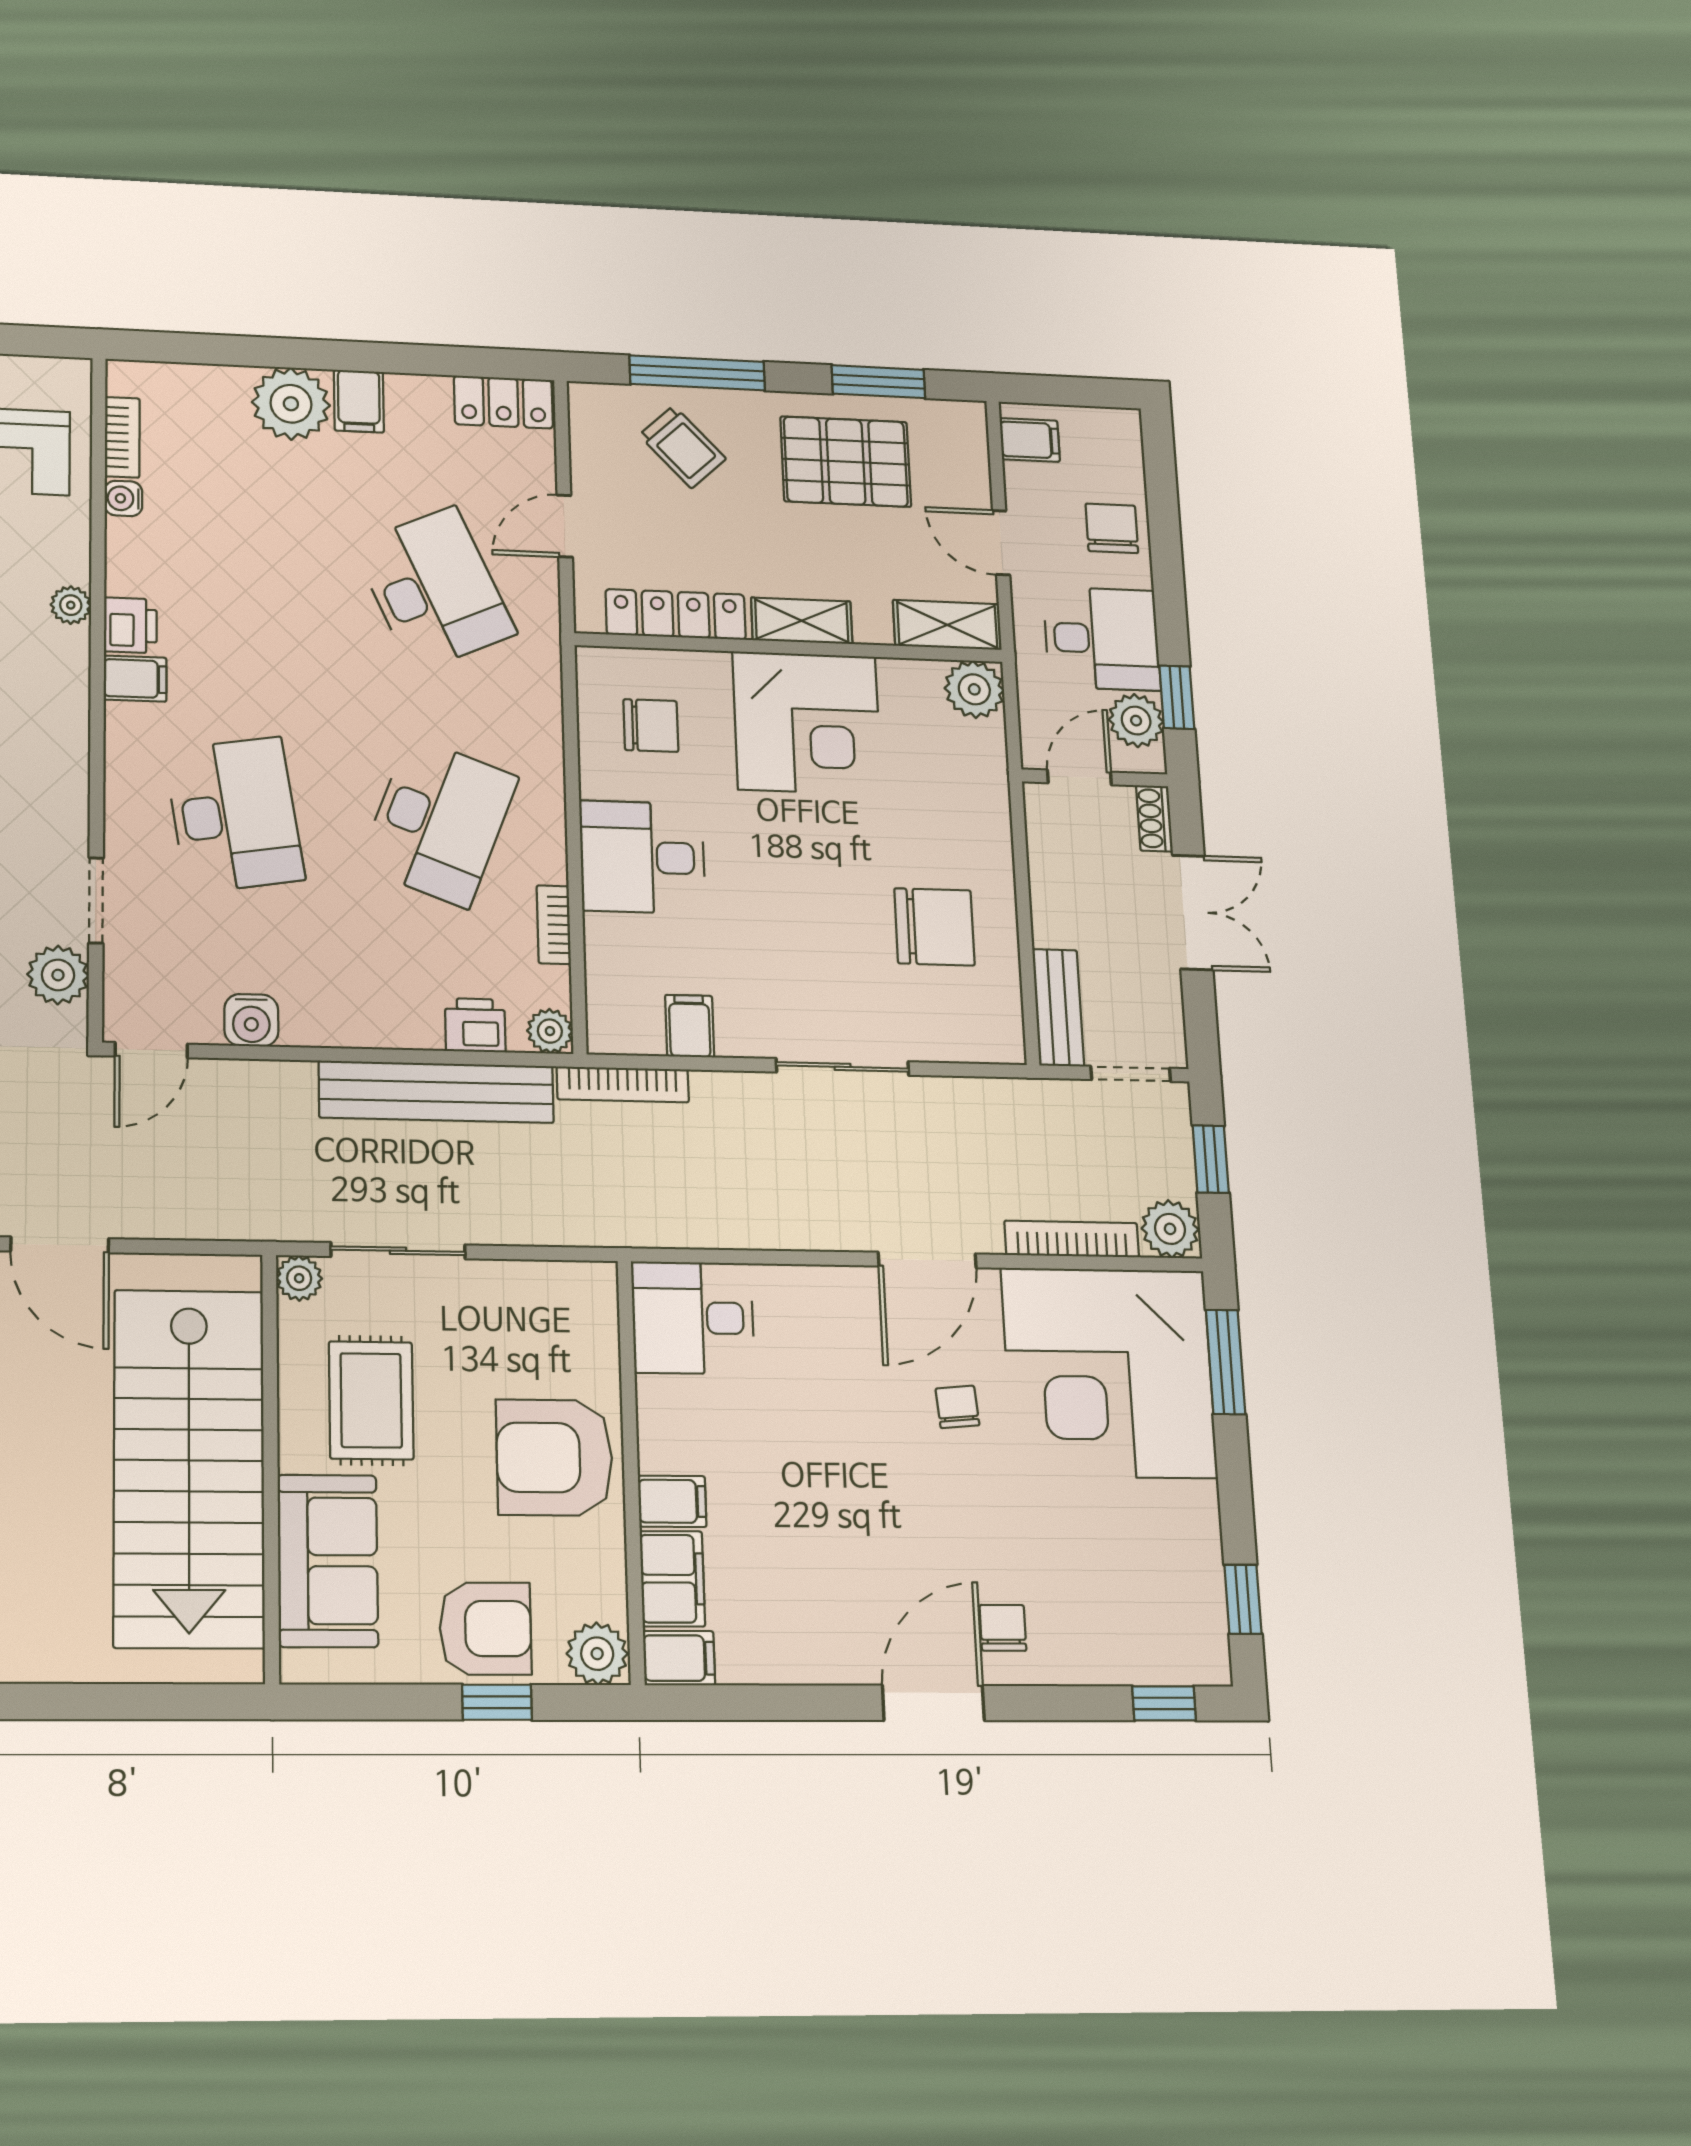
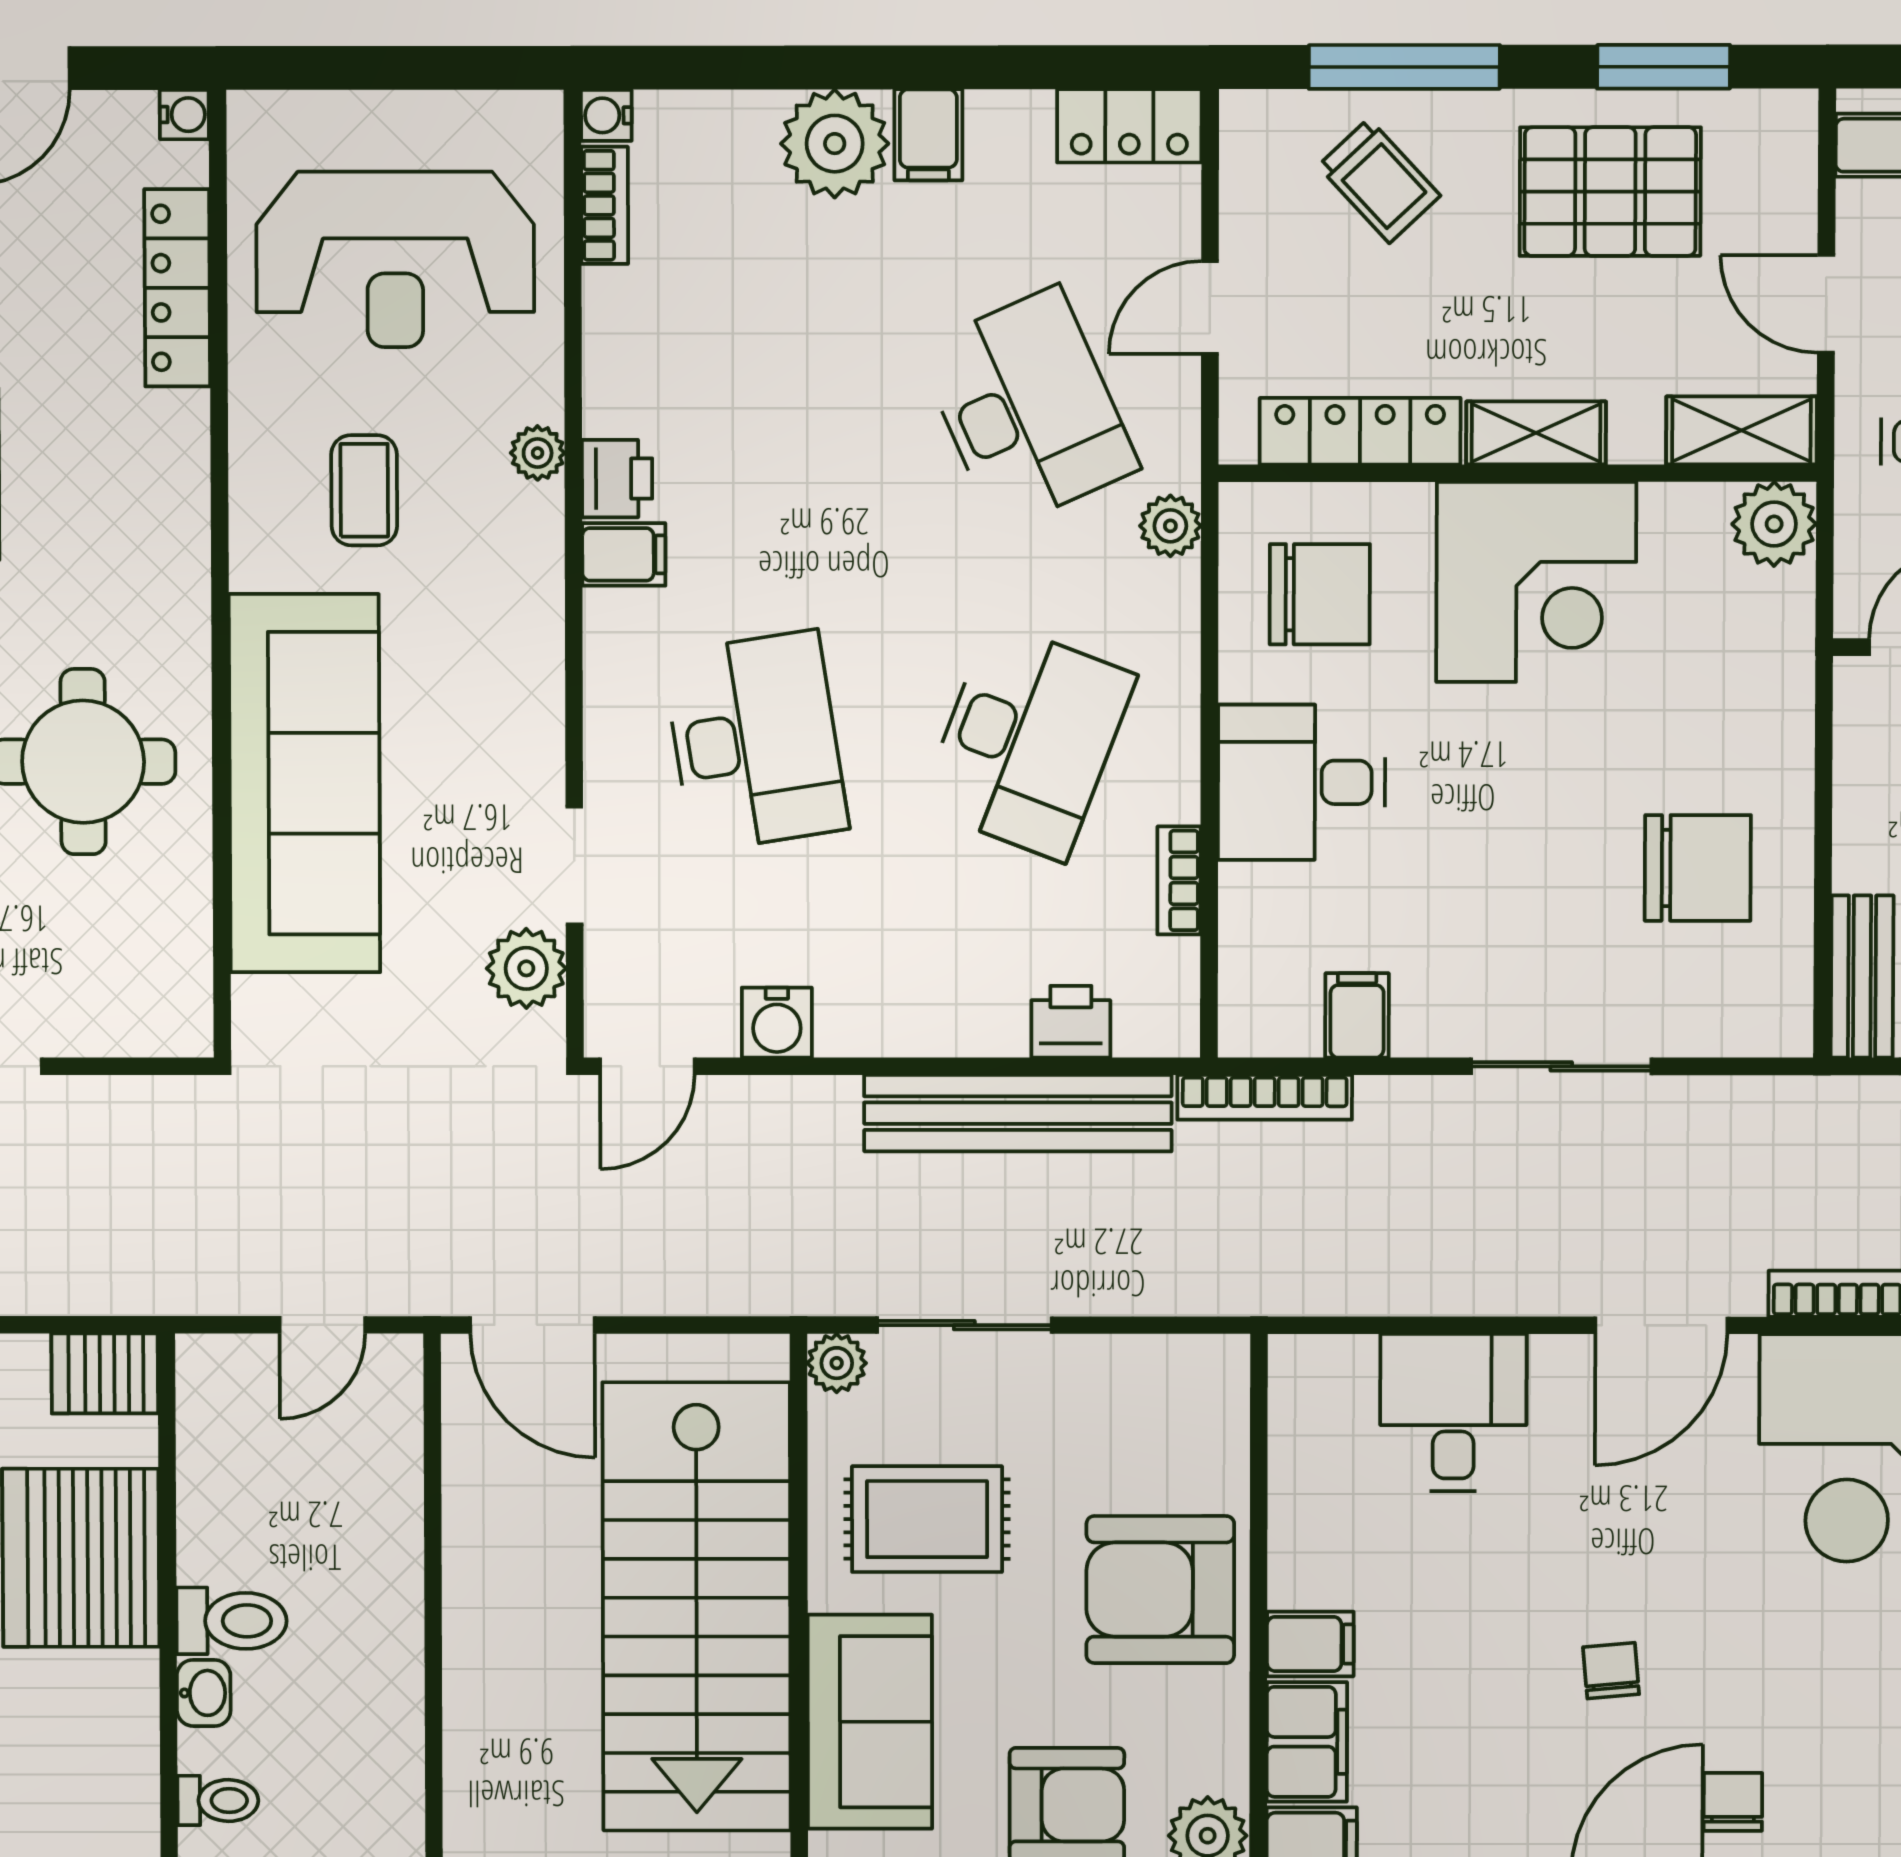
water cooler: (123, 498) -> (606, 115), moved
chair: (651, 726) -> (1320, 594), width x1.37, depth x1.37
plant: (550, 1031) -> (1170, 526), moved
desk: (693, 1318) -> (1453, 1413), moved, turned 90
rug: (371, 1400) -> (927, 1519), turned 90
chair: (957, 1407) -> (1611, 1671), moved

